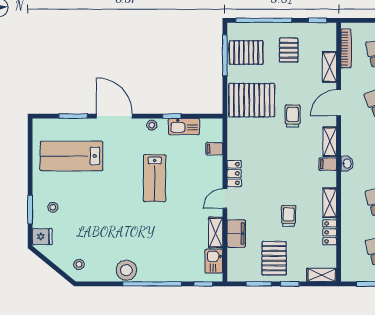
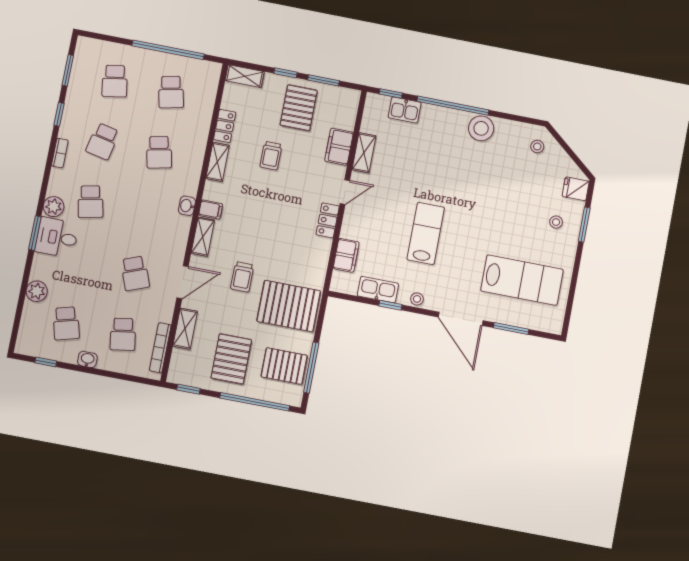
pallet: (289, 50) -> (231, 359), width x1.50, depth x1.42
filing cabinet: (214, 149) -> (346, 255), width x2.00
kitchen sink: (214, 261) -> (405, 110), moved, turned 90

